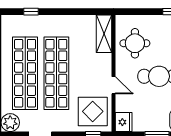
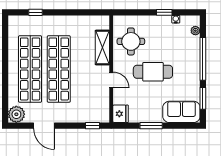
shelving: (104, 34) -> (102, 48), moved
display table: (93, 111) -> (92, 104), removed

